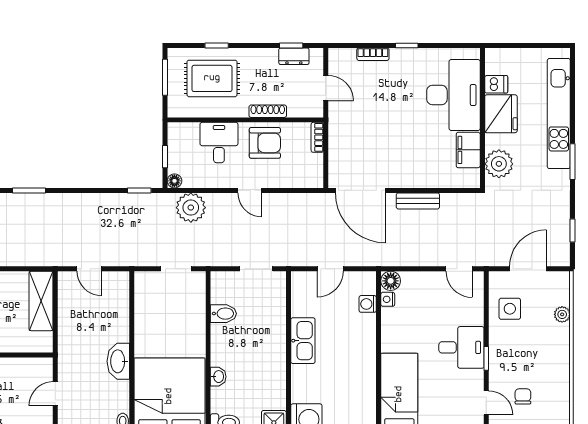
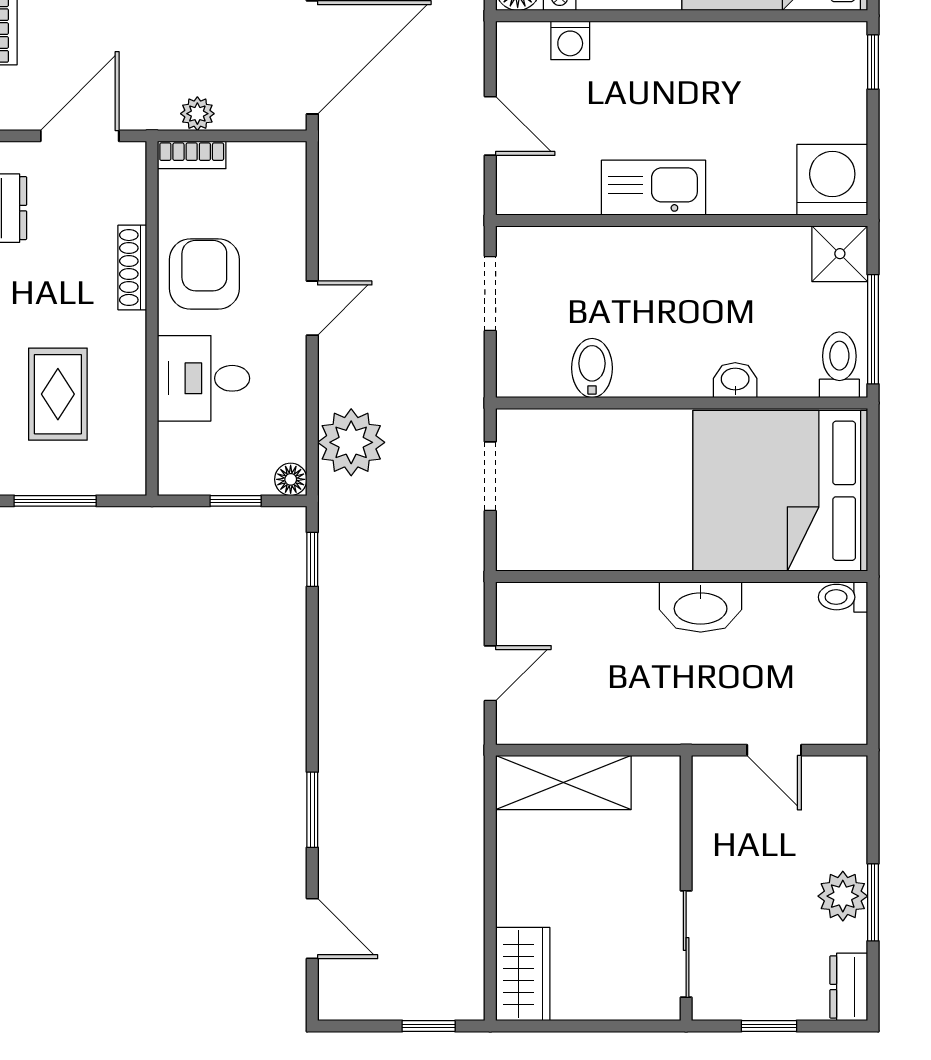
rug: (212, 78) -> (58, 394), width x0.73, depth x0.70
door: (326, 88) -> (80, 136), width x1.38
plant: (335, 140) -> (197, 114), added

